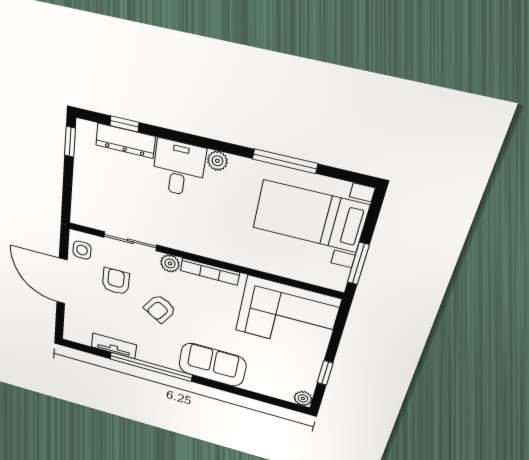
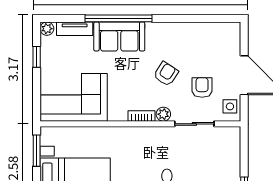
bookcase: (210, 272) -> (141, 116), width x0.64
armchair: (116, 281) -> (202, 87), turned 180
tv unit: (114, 346) -> (75, 29), moved
window: (151, 367) -> (119, 18), moved

